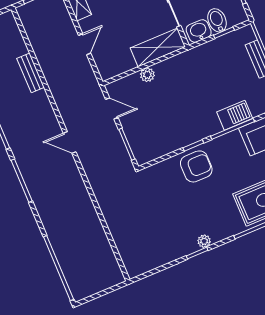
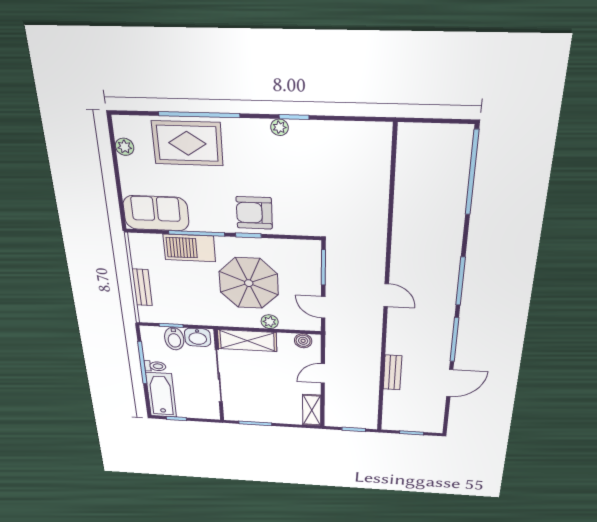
boiler: (114, 69) -> (303, 341), added
parasol: (177, 103) -> (249, 283), added
barbecue: (235, 115) -> (189, 248), width x1.37, depth x1.21

